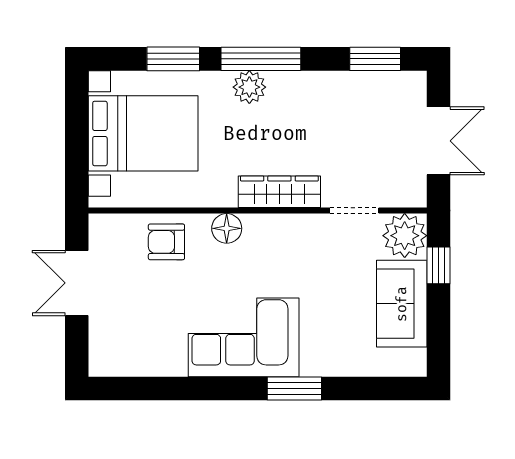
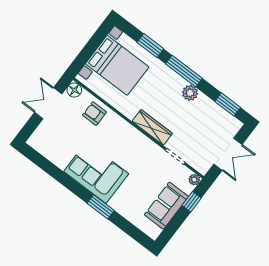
plant: (249, 87) -> (190, 93), moved
floor lamp: (227, 228) -> (74, 90), moved
plant: (405, 236) -> (194, 180), width x0.53, depth x0.53

